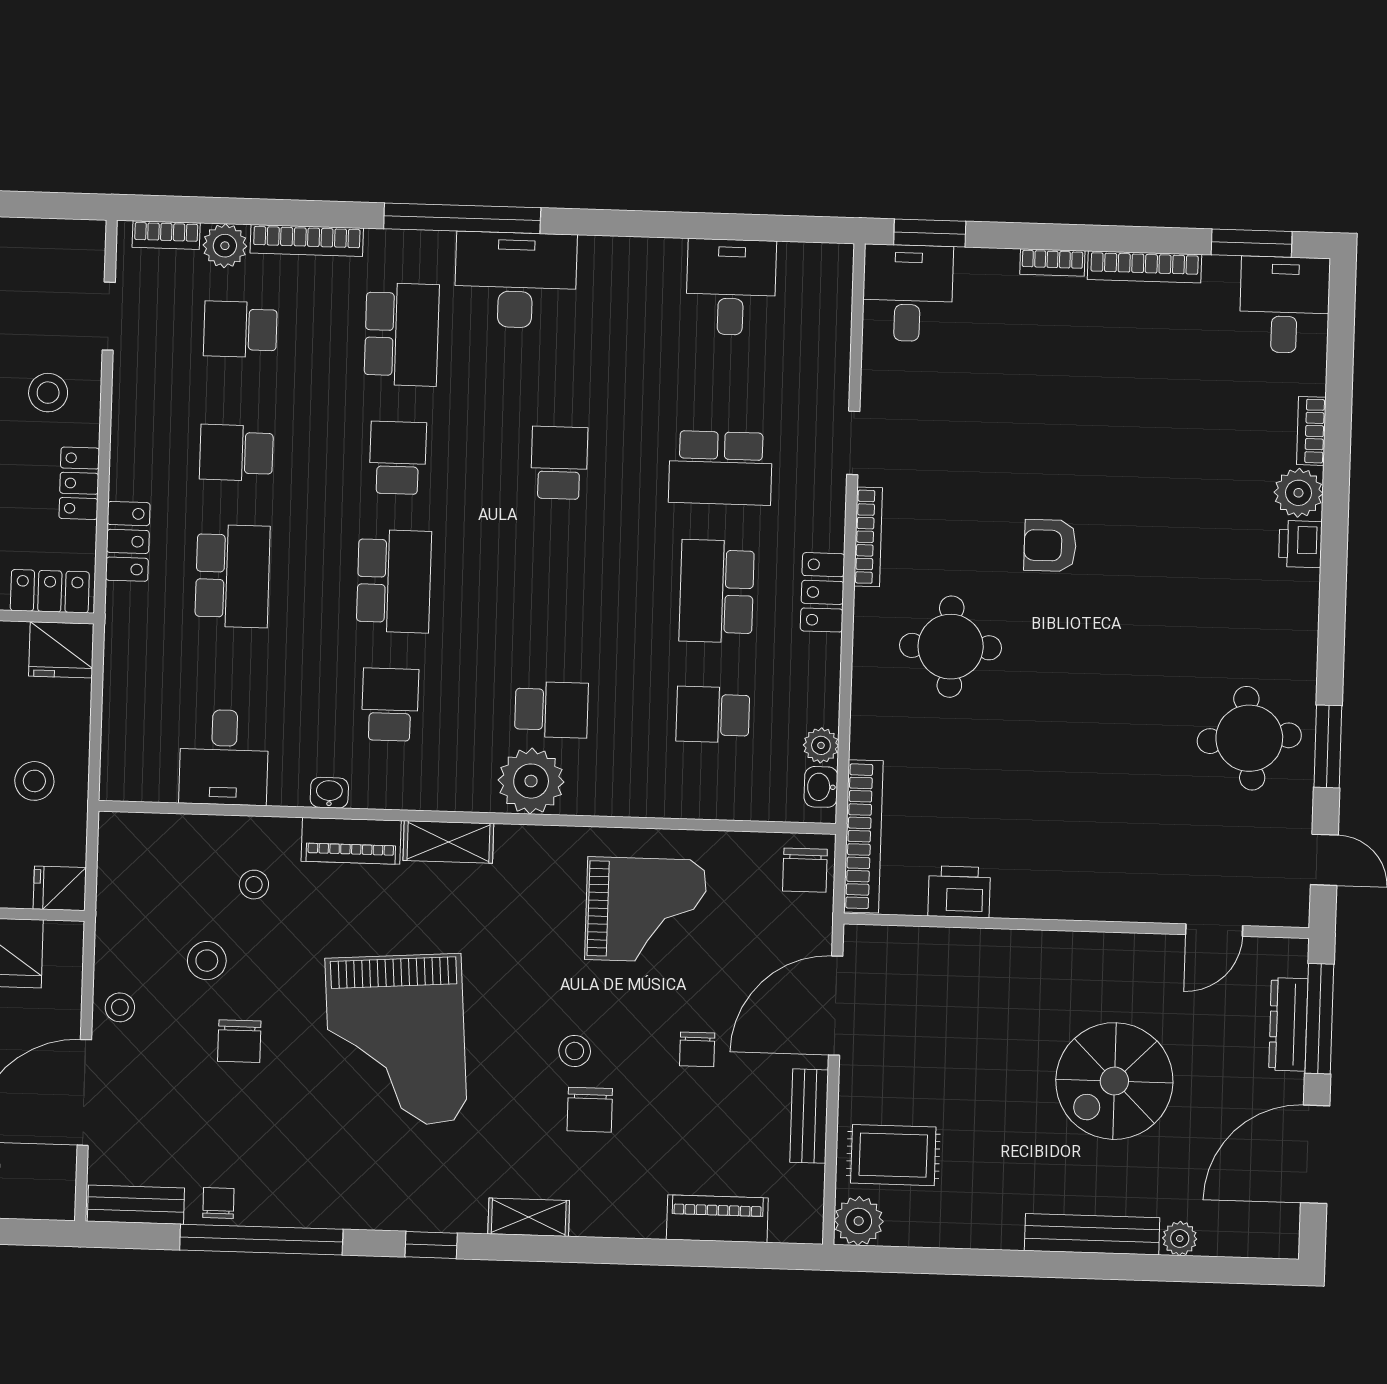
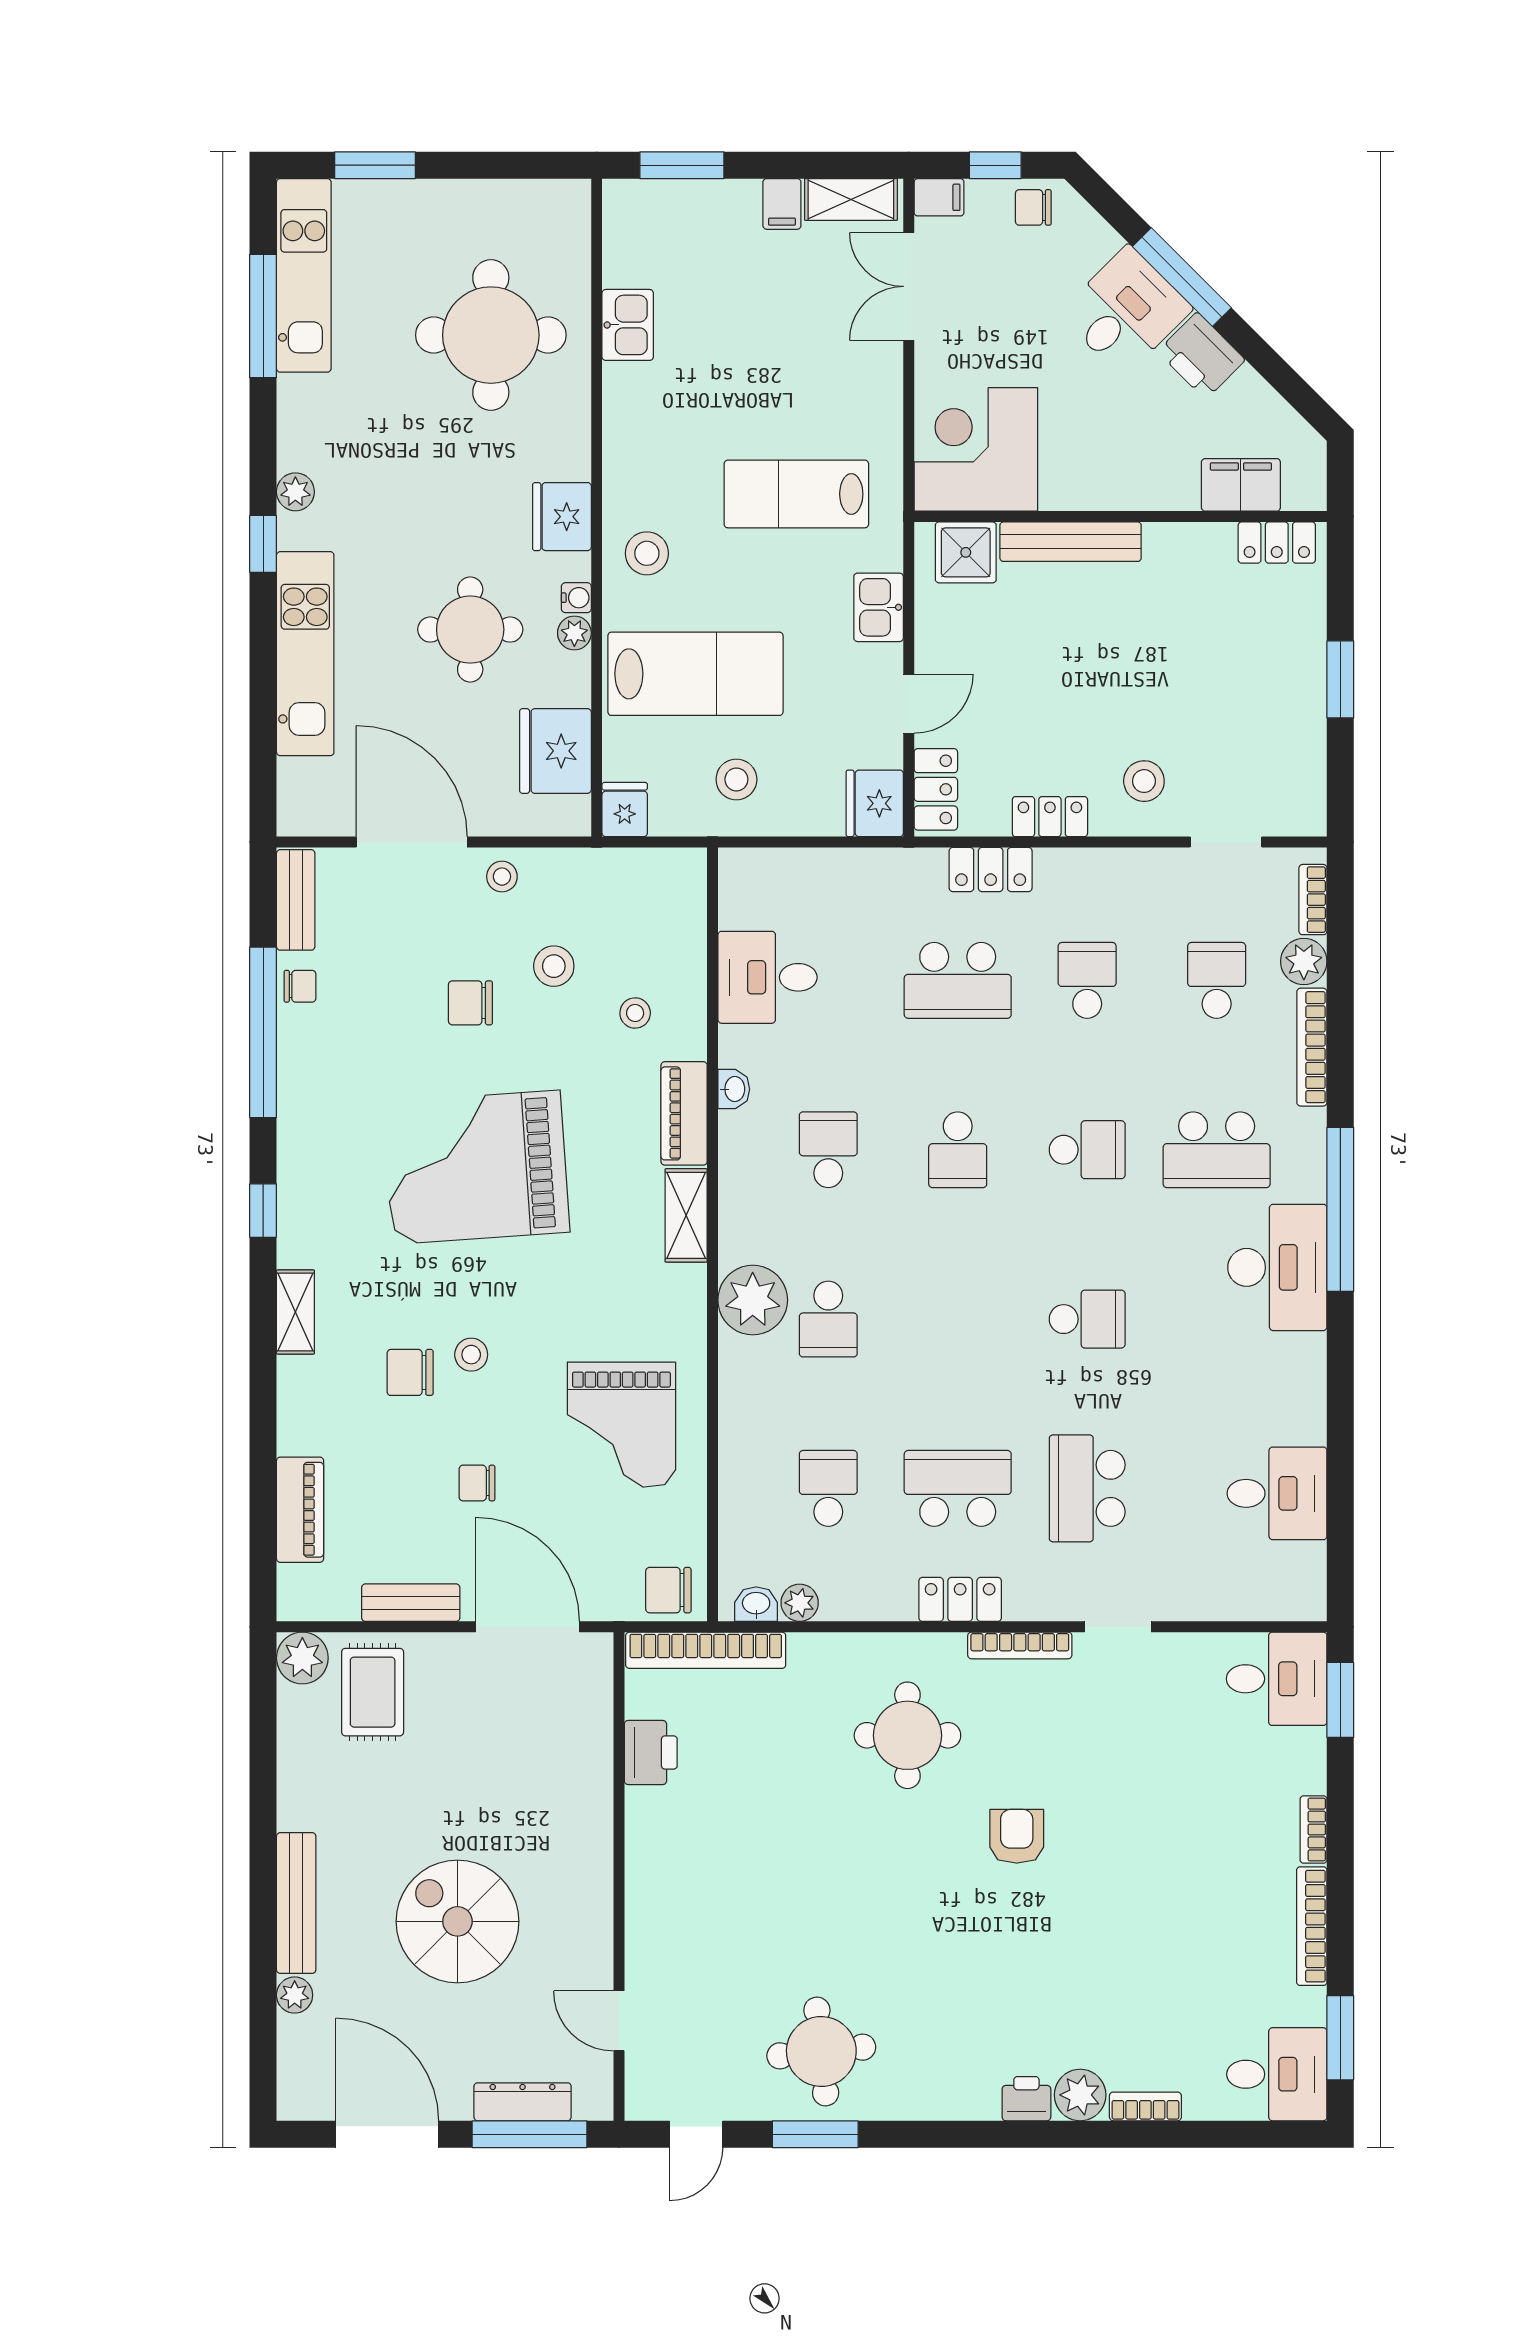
school desk: (394, 581) -> (958, 1150), width x0.54
school desk: (390, 705) -> (828, 1150), turned -90

